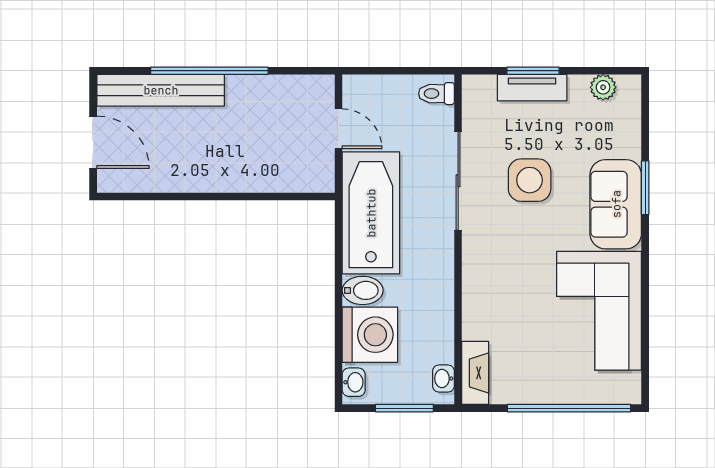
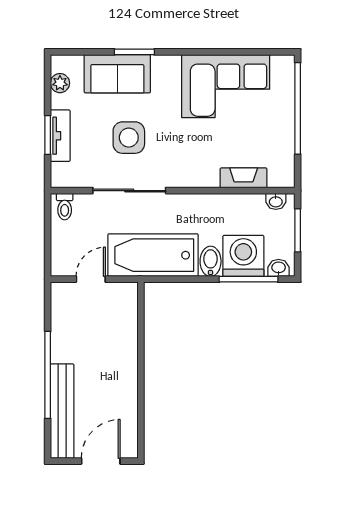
sofa: (616, 204) -> (117, 74), moved
window: (338, 342) -> (249, 279), added
fireplace: (475, 373) -> (244, 178), moved

